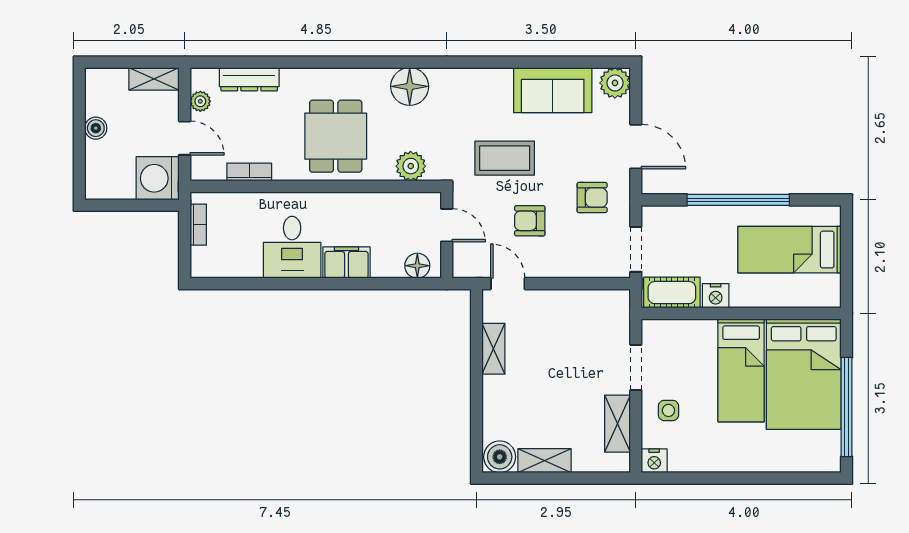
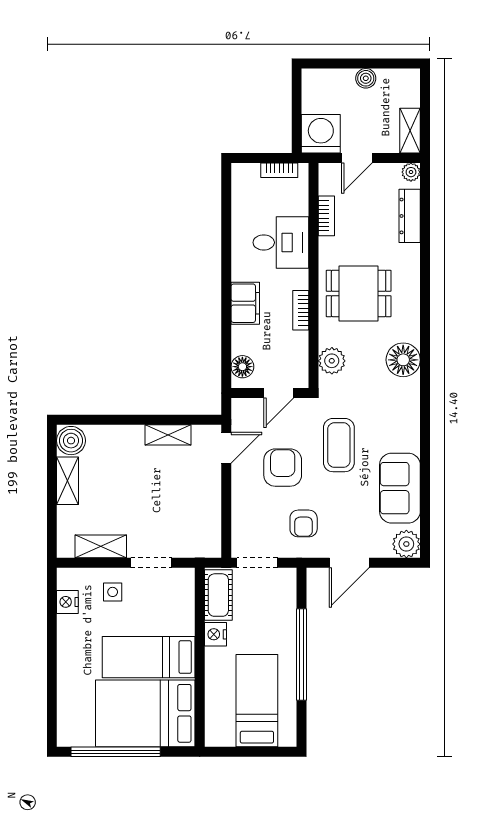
plant: (200, 101) -> (411, 172), moved
bookcase: (354, 201) -> (301, 310), added
armchair: (530, 221) -> (283, 468), width x1.38, depth x1.38
desk: (292, 247) -> (281, 242), moved, turned 180
nightstand: (654, 461) -> (67, 602), moved

